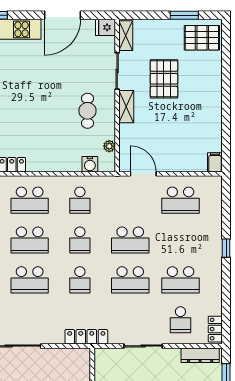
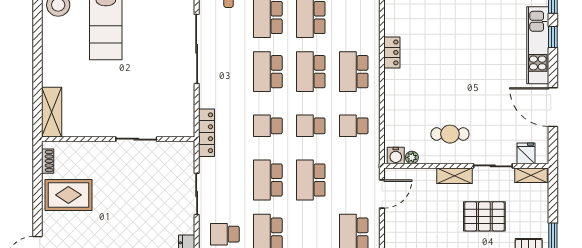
fridge: (105, 27) -> (526, 153), moved
water cooler: (90, 164) -> (396, 156), moved, turned -90

